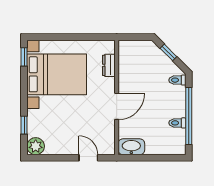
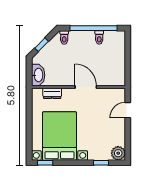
washbasin: (131, 147) -> (38, 75), moved, turned 180

